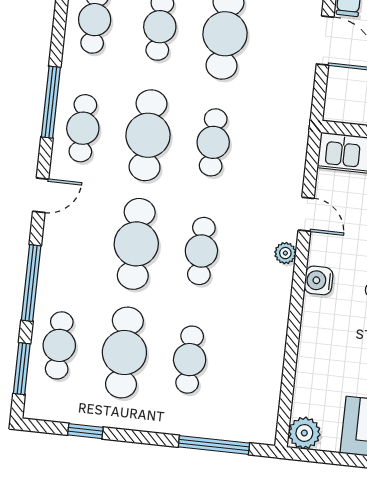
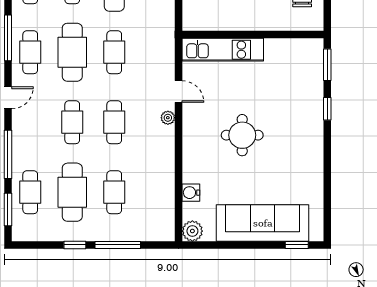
cafe table: (136, 244) -> (72, 122), width x0.73, depth x0.74
water cooler: (319, 280) -> (191, 193), moved
window: (85, 431) -> (75, 245), moved
window: (214, 445) -> (118, 245), moved

